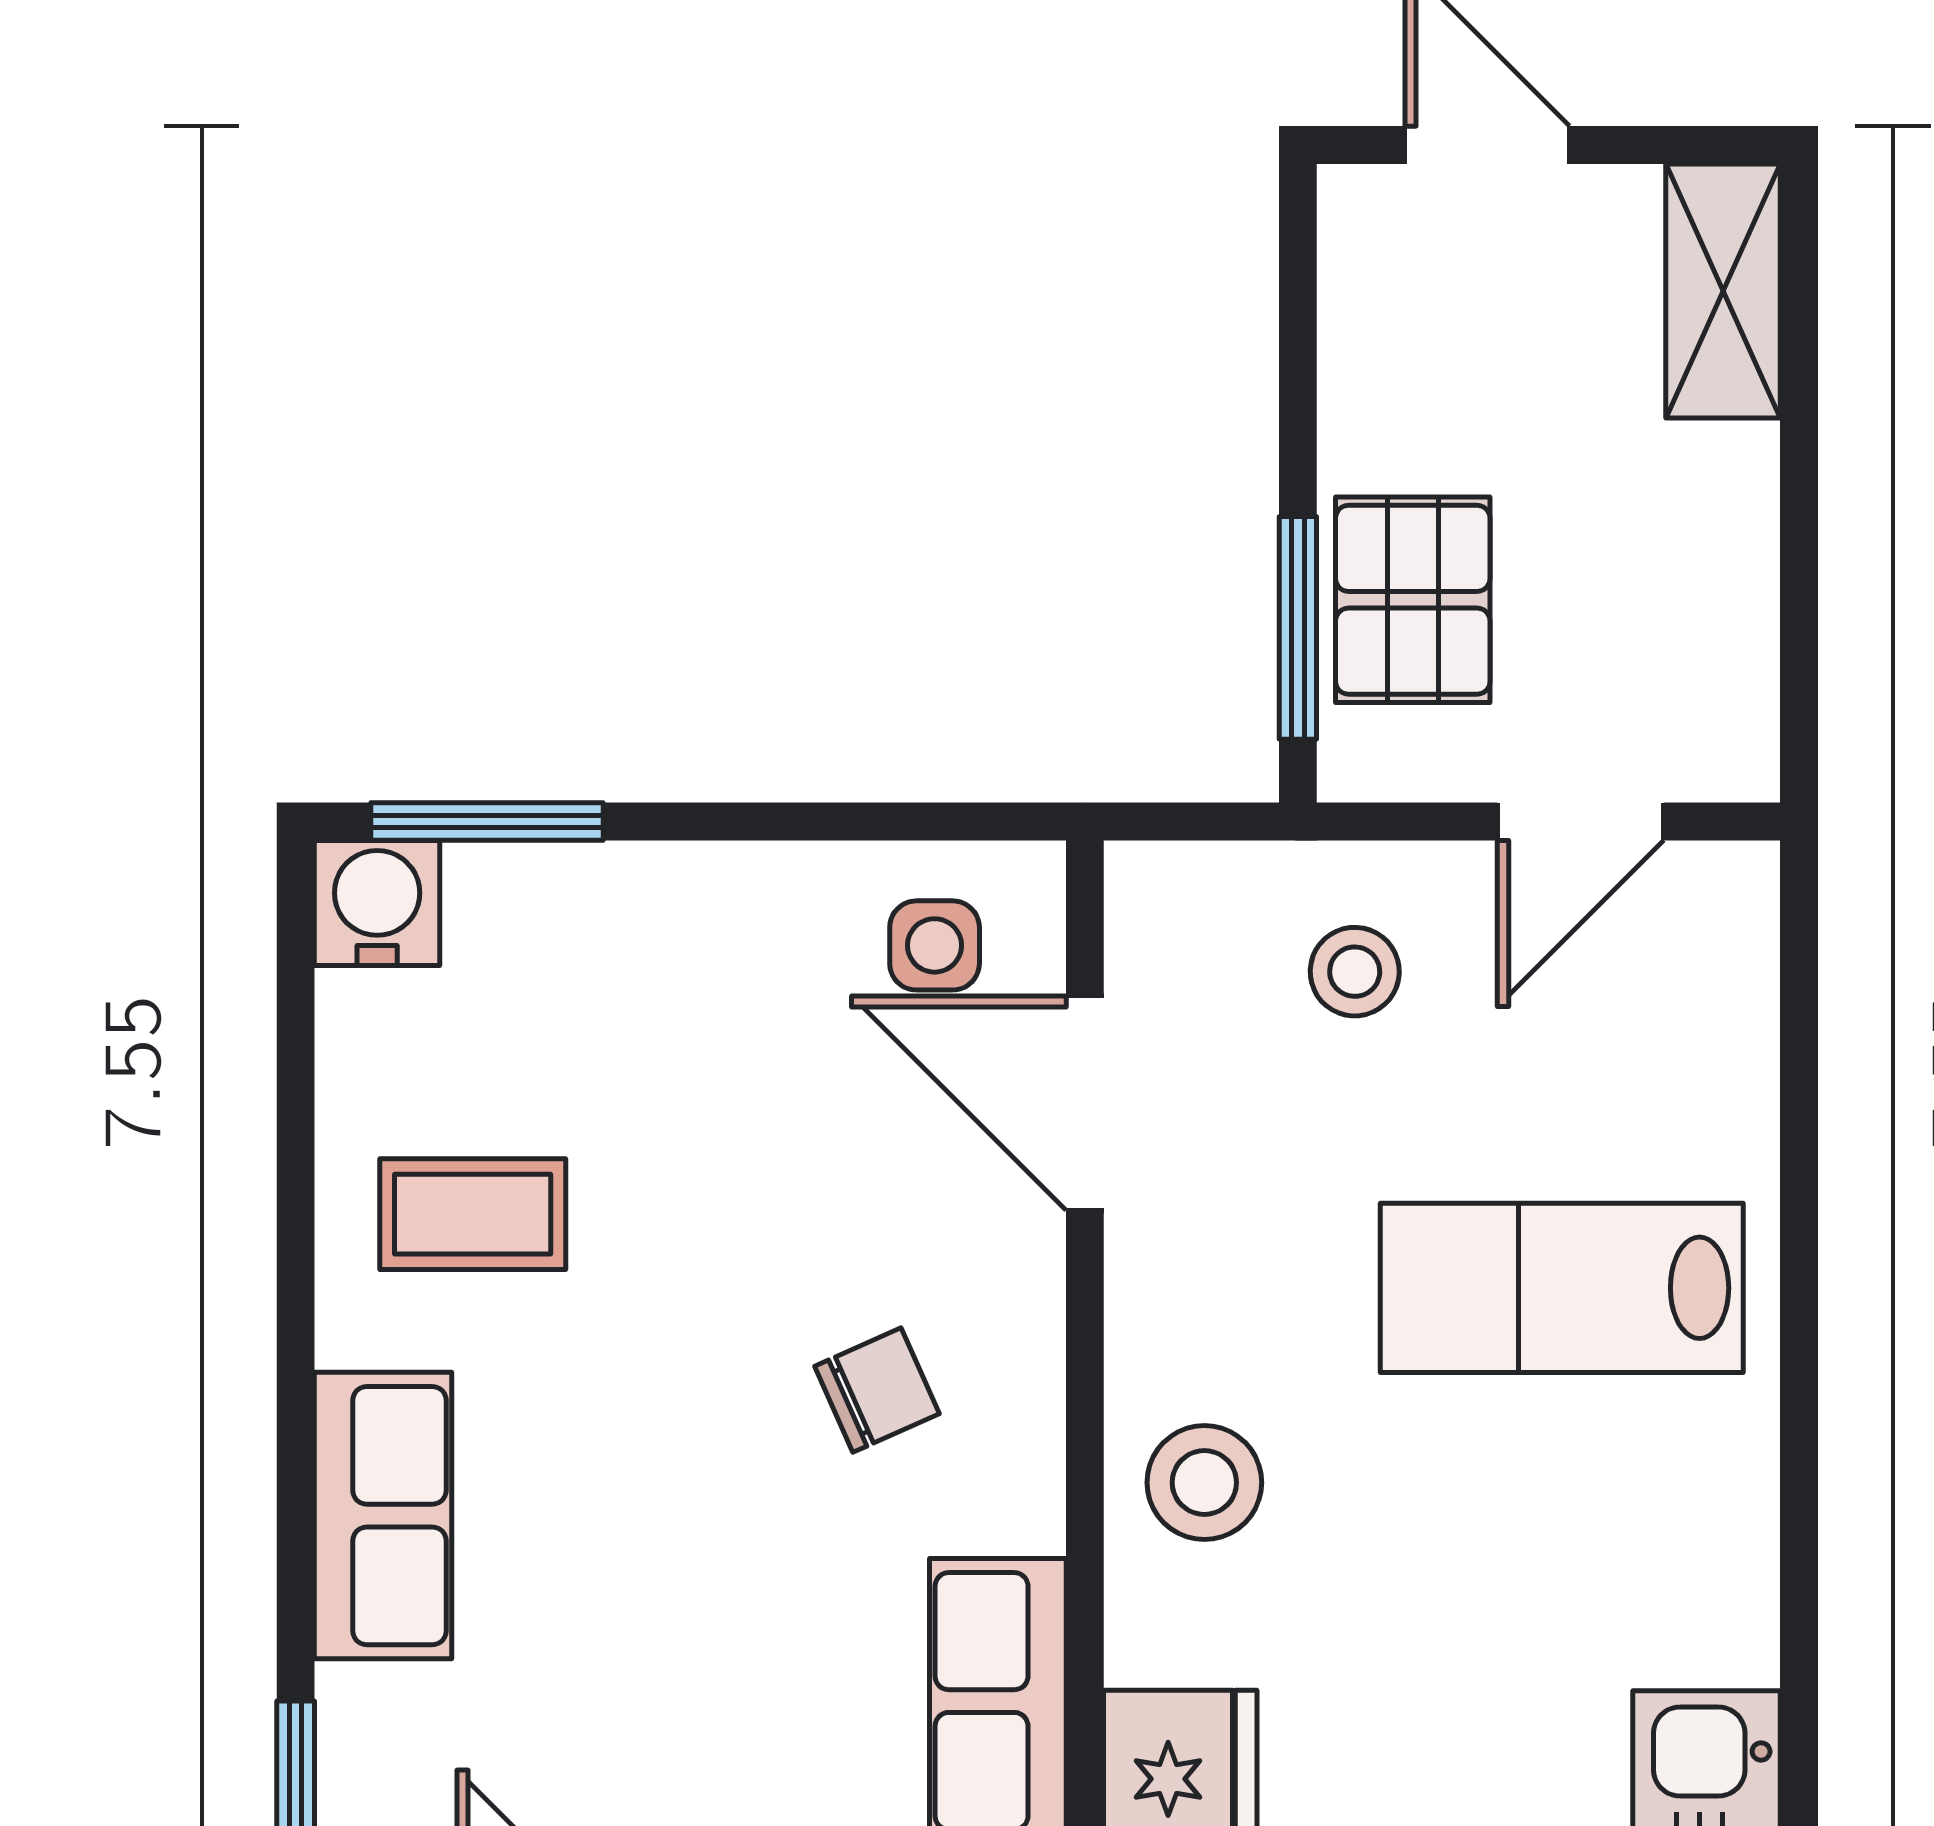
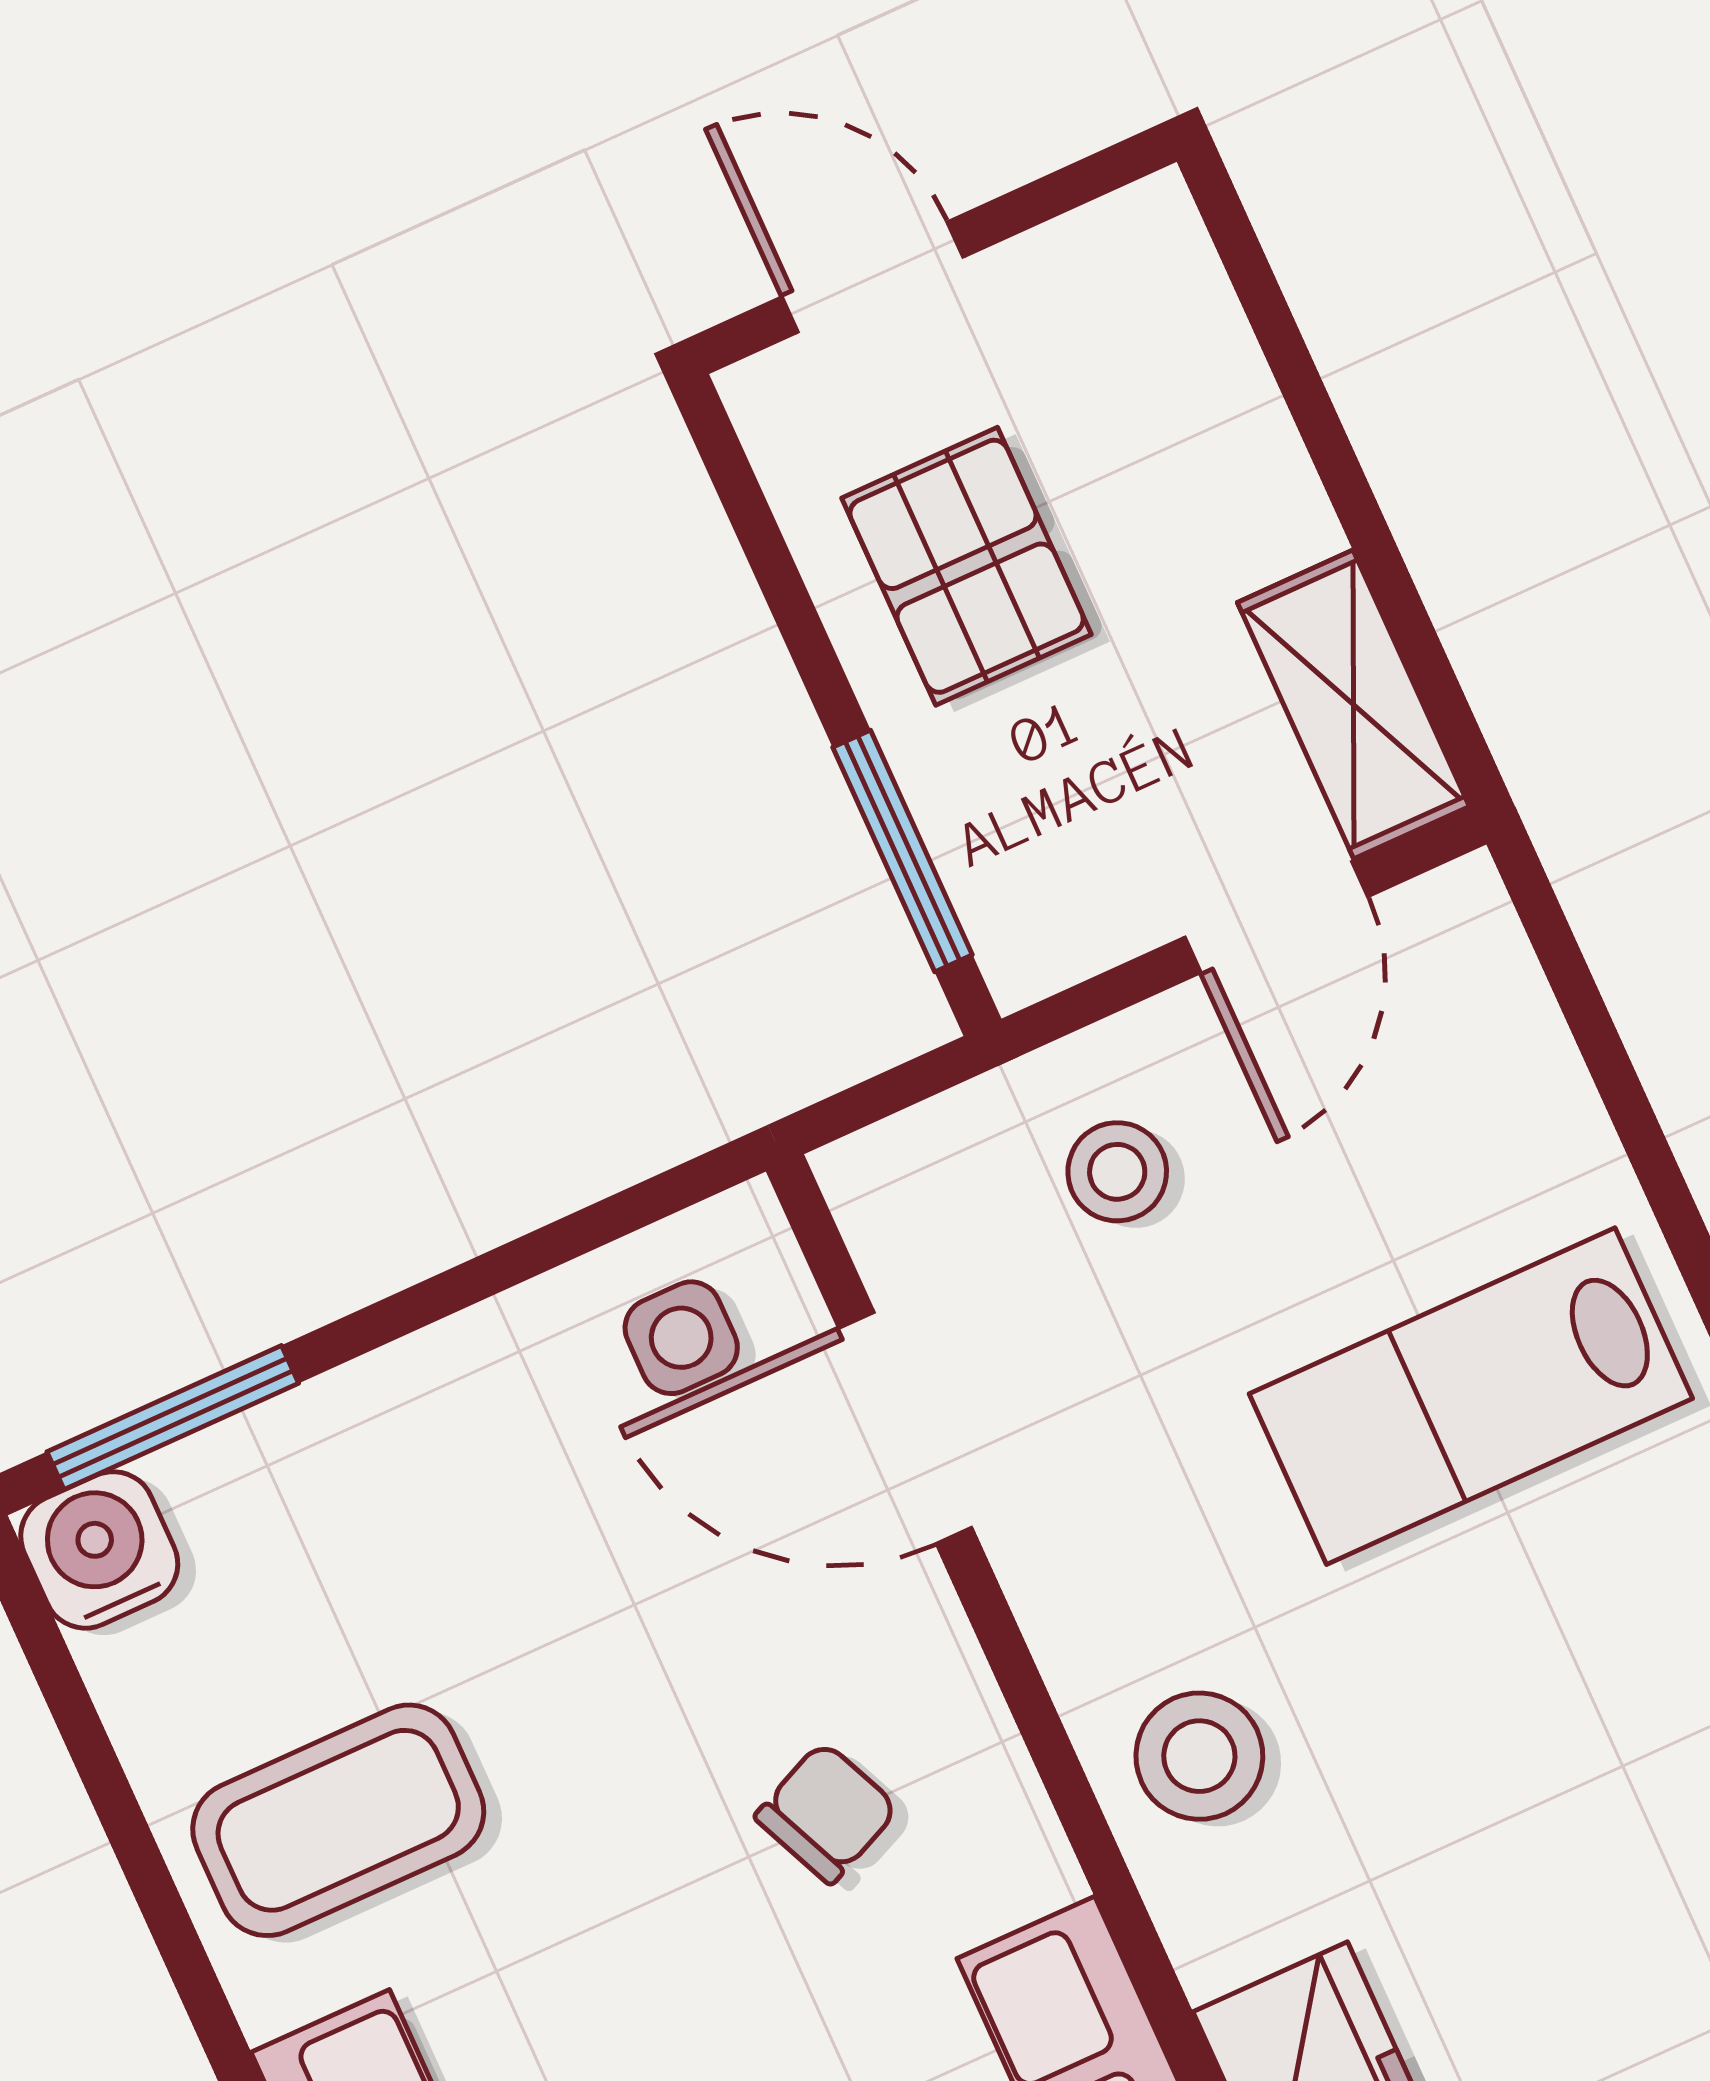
shelving: (1723, 291) -> (1353, 704), moved
pallet: (1413, 600) -> (967, 566), moved
coffee table: (473, 1214) -> (338, 1820), width x1.36, depth x1.30

